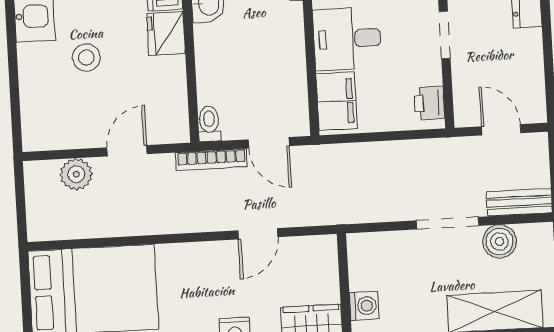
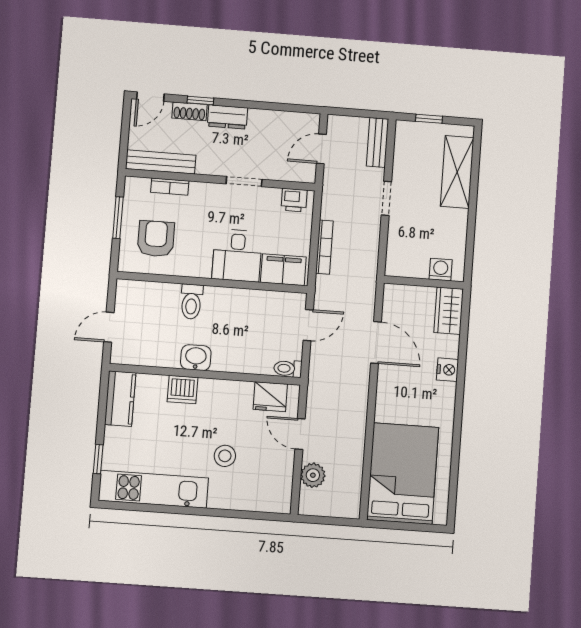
fridge: (166, 34) -> (270, 397), moved
bookcase: (211, 160) -> (324, 247), moved
doorway: (448, 223) -> (386, 198), width x0.73
door: (258, 234) -> (376, 343), width x1.38
boiler: (499, 242) -> (405, 161), removed

